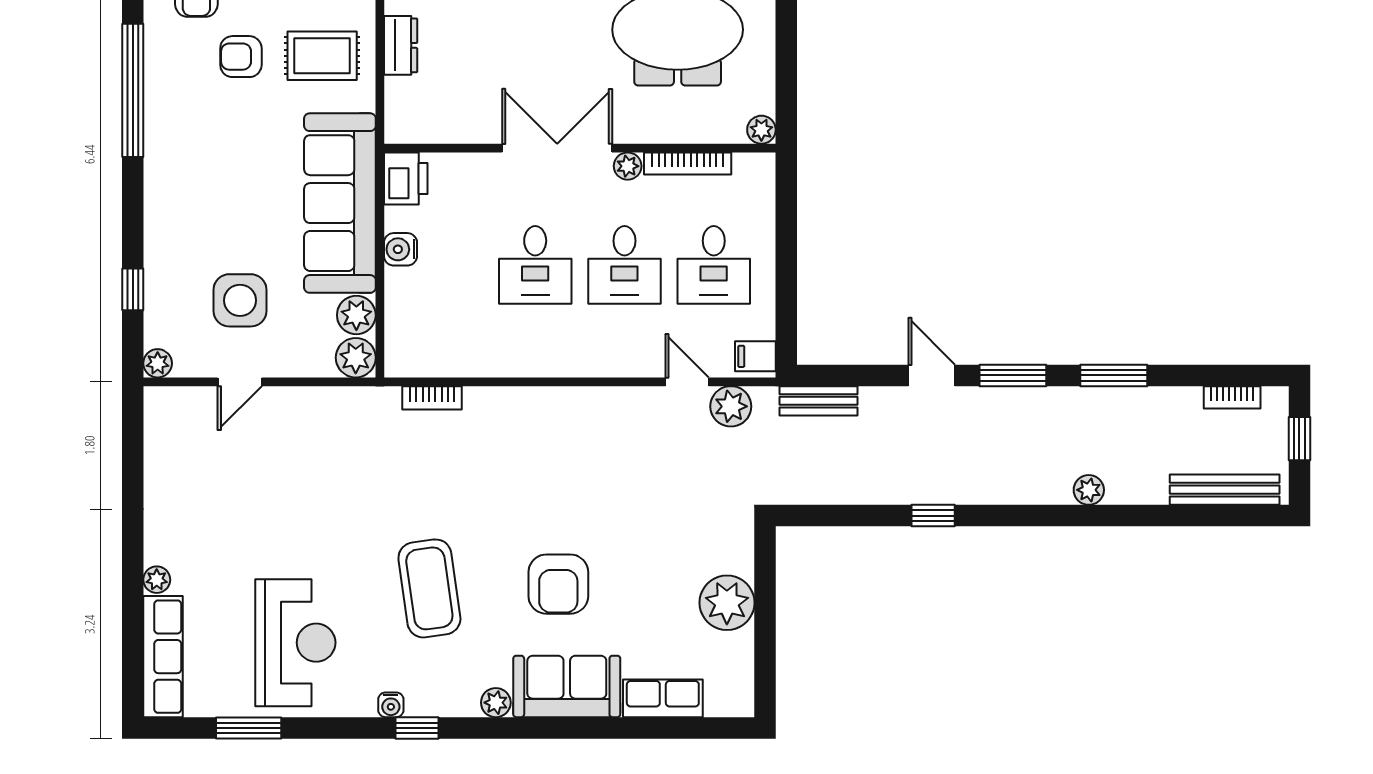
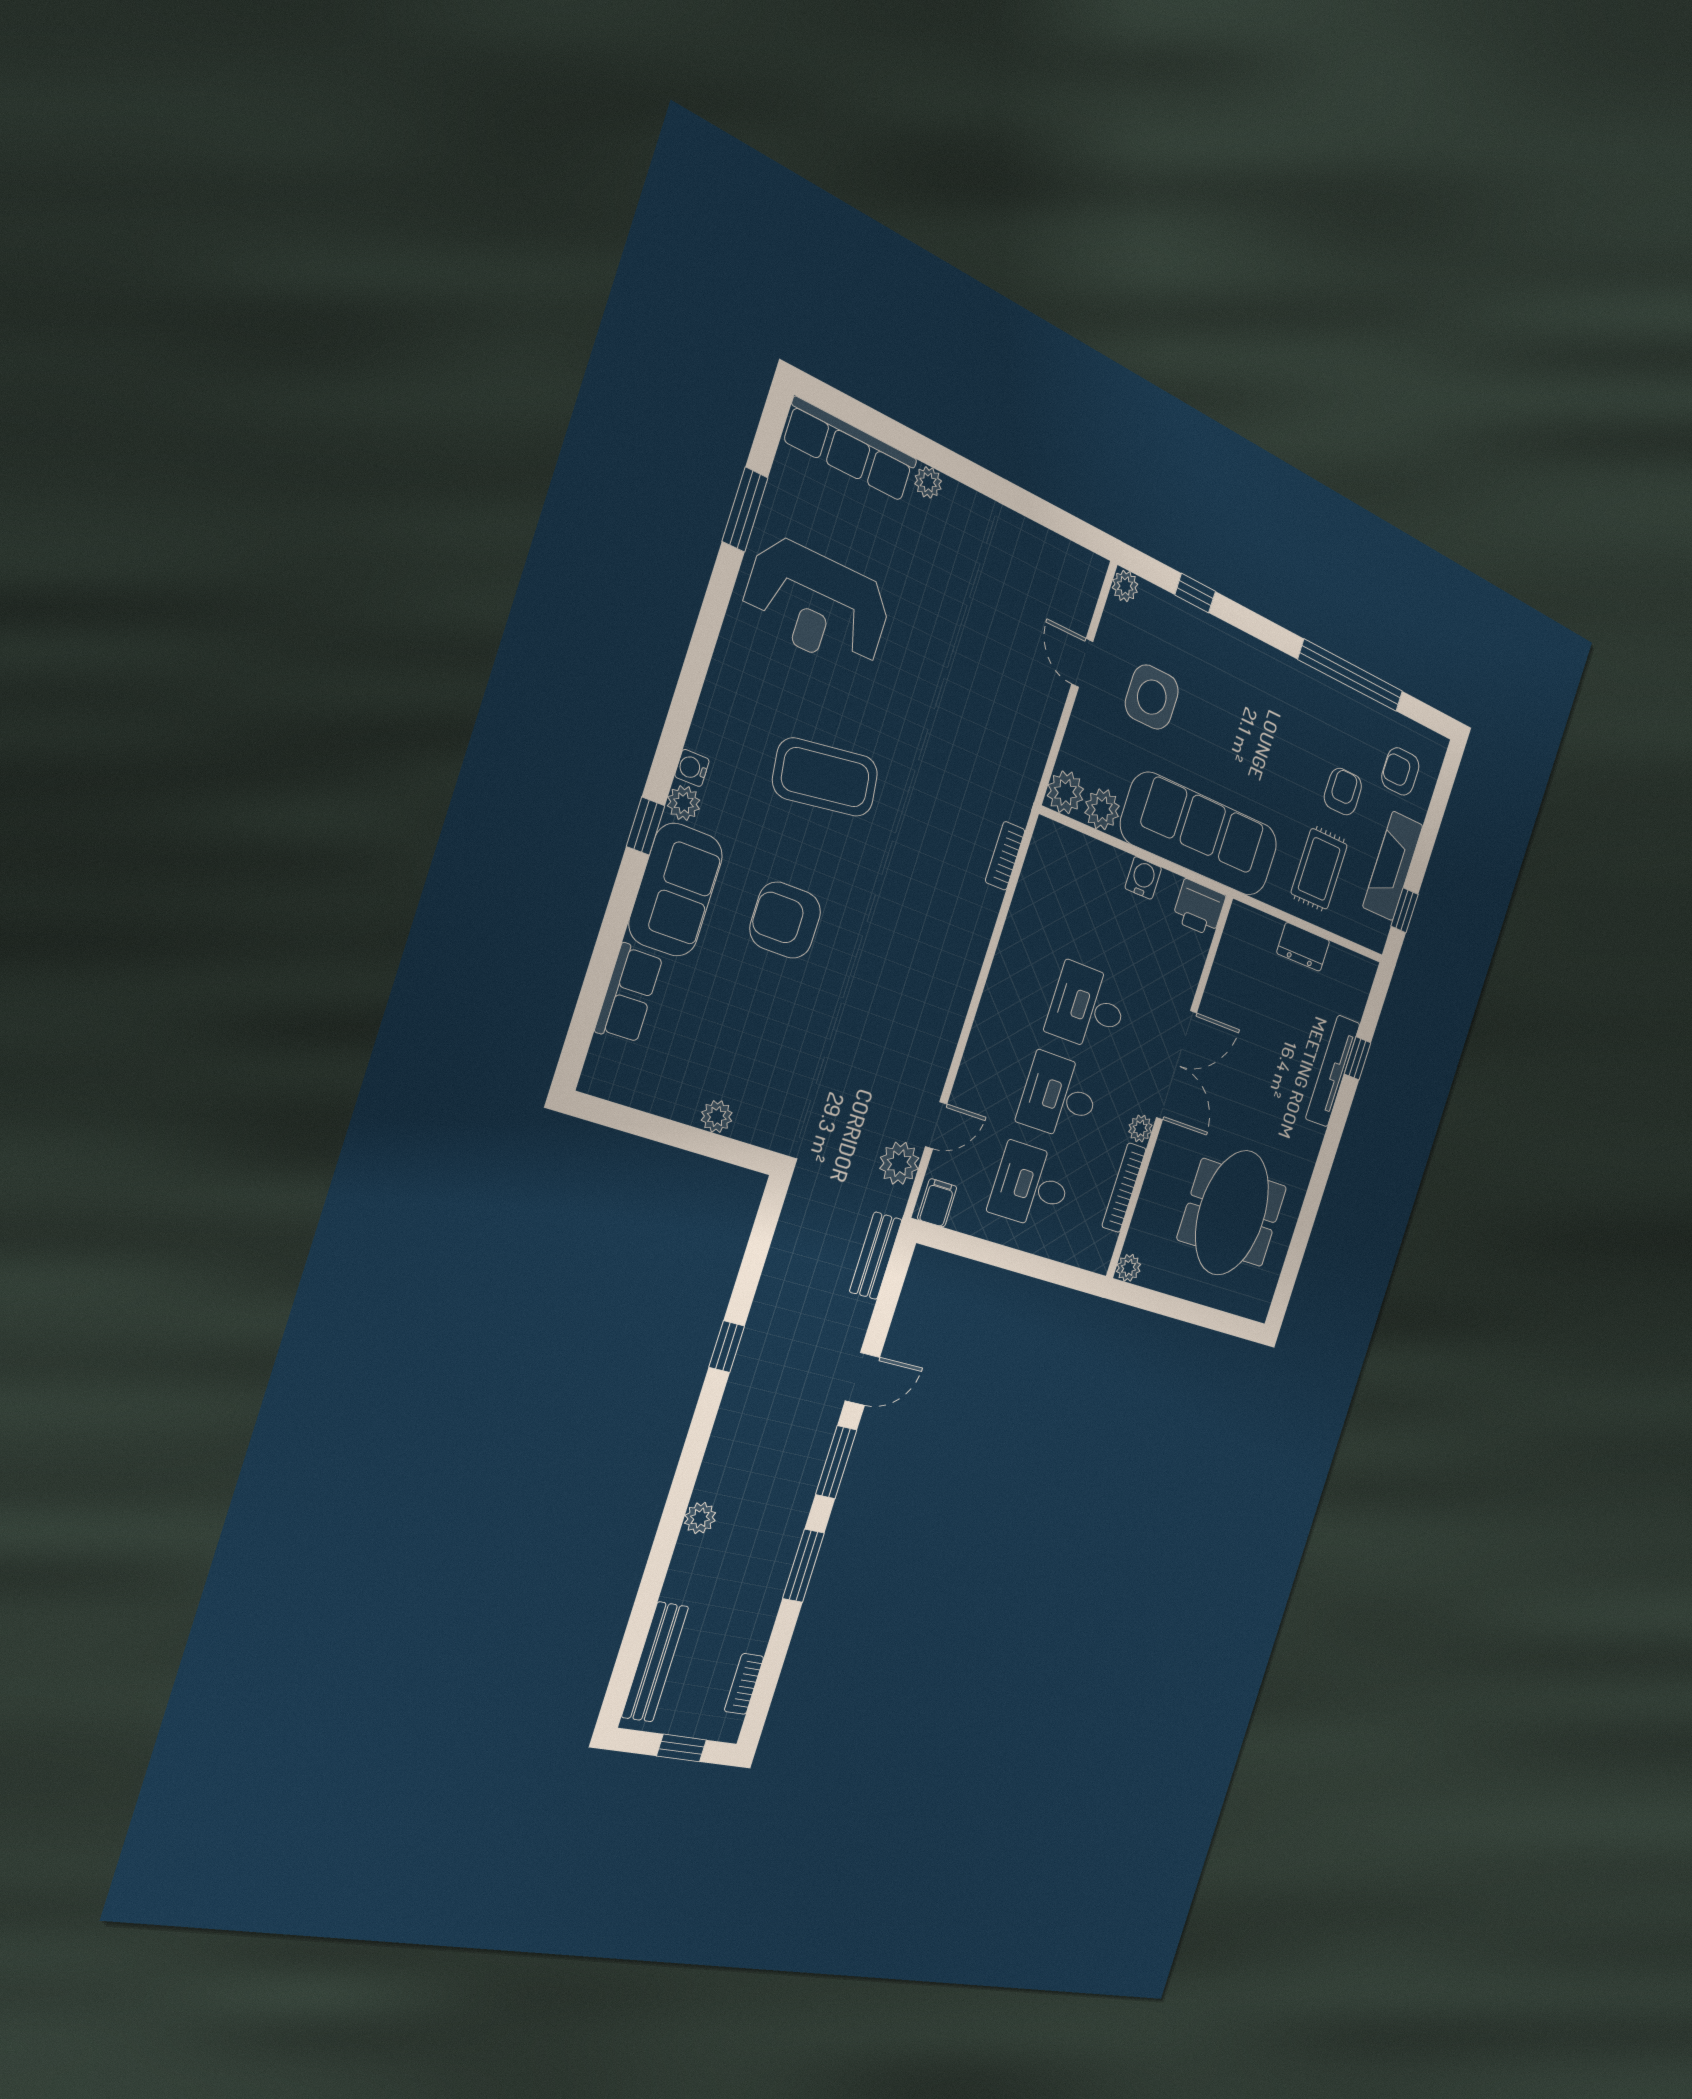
plant: (727, 603) -> (717, 1116), width x0.53, depth x0.53
water cooler: (391, 705) -> (692, 768), moved
window: (417, 728) -> (646, 826), moved

